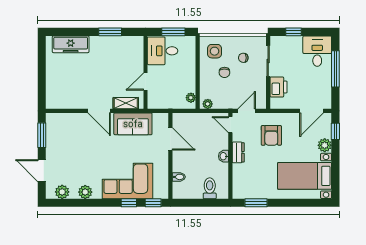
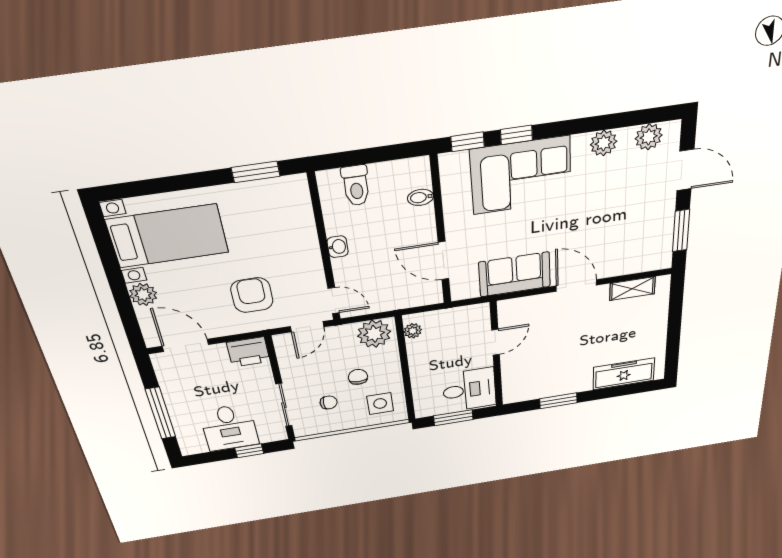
desk: (317, 51) -> (229, 428), moved
printer: (278, 87) -> (248, 352), moved, turned -90
shelving: (126, 103) -> (632, 289), moved
plant: (208, 104) -> (374, 334), width x1.88, depth x1.88
door: (311, 111) -> (185, 345), hinge flipped
window: (335, 131) -> (129, 320), removed
dresser: (238, 152) -> (310, 257), removed

